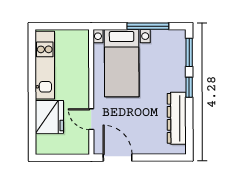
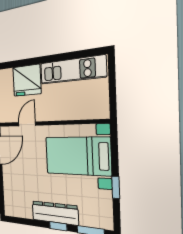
window: (148, 26) -> (116, 187), width x0.46
dresser: (177, 118) -> (55, 213), moved

